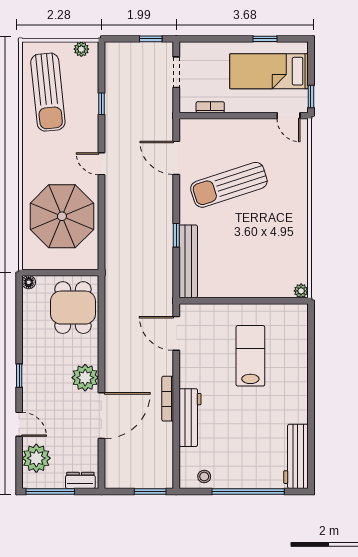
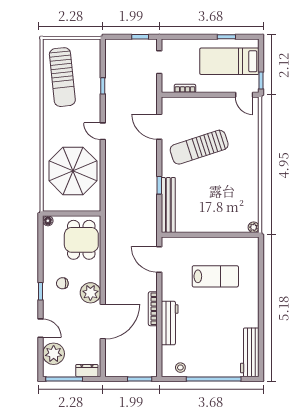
plant: (81, 49) -> (88, 45), removed
lab bench: (250, 356) -> (215, 276), turned 90
chair: (48, 365) -> (62, 283), added

